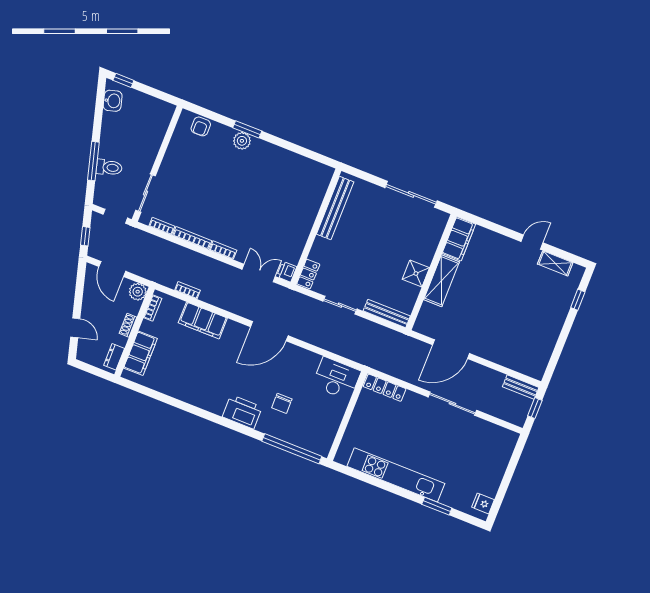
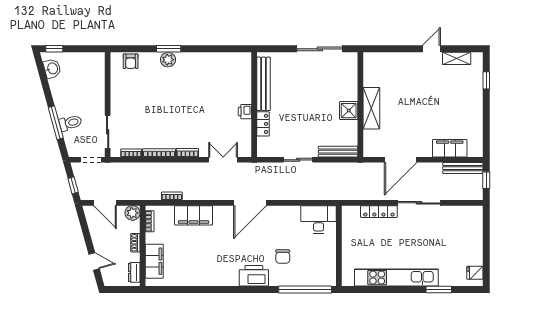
filing cabinet: (459, 239) -> (450, 148), moved, turned -90
printer: (287, 272) -> (245, 112), moved
locker: (308, 274) -> (263, 124), moved
bench: (521, 387) -> (463, 168), width x1.36
locker: (385, 388) -> (379, 212), moved

